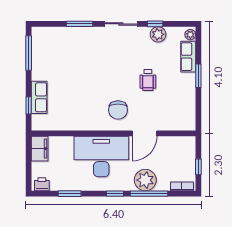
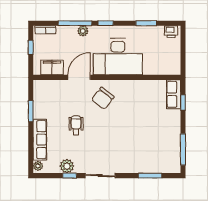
window: (80, 24) -> (150, 176), moved
row of seats: (188, 57) -> (40, 140), width x1.48
window: (198, 76) -> (31, 111), moved
row of seats: (39, 97) -> (174, 94), moved
chair: (118, 110) -> (103, 98), turned -142
filing cabinet: (40, 149) -> (52, 67), moved, turned 90
plant: (145, 180) -> (83, 31), width x0.53, depth x0.53

